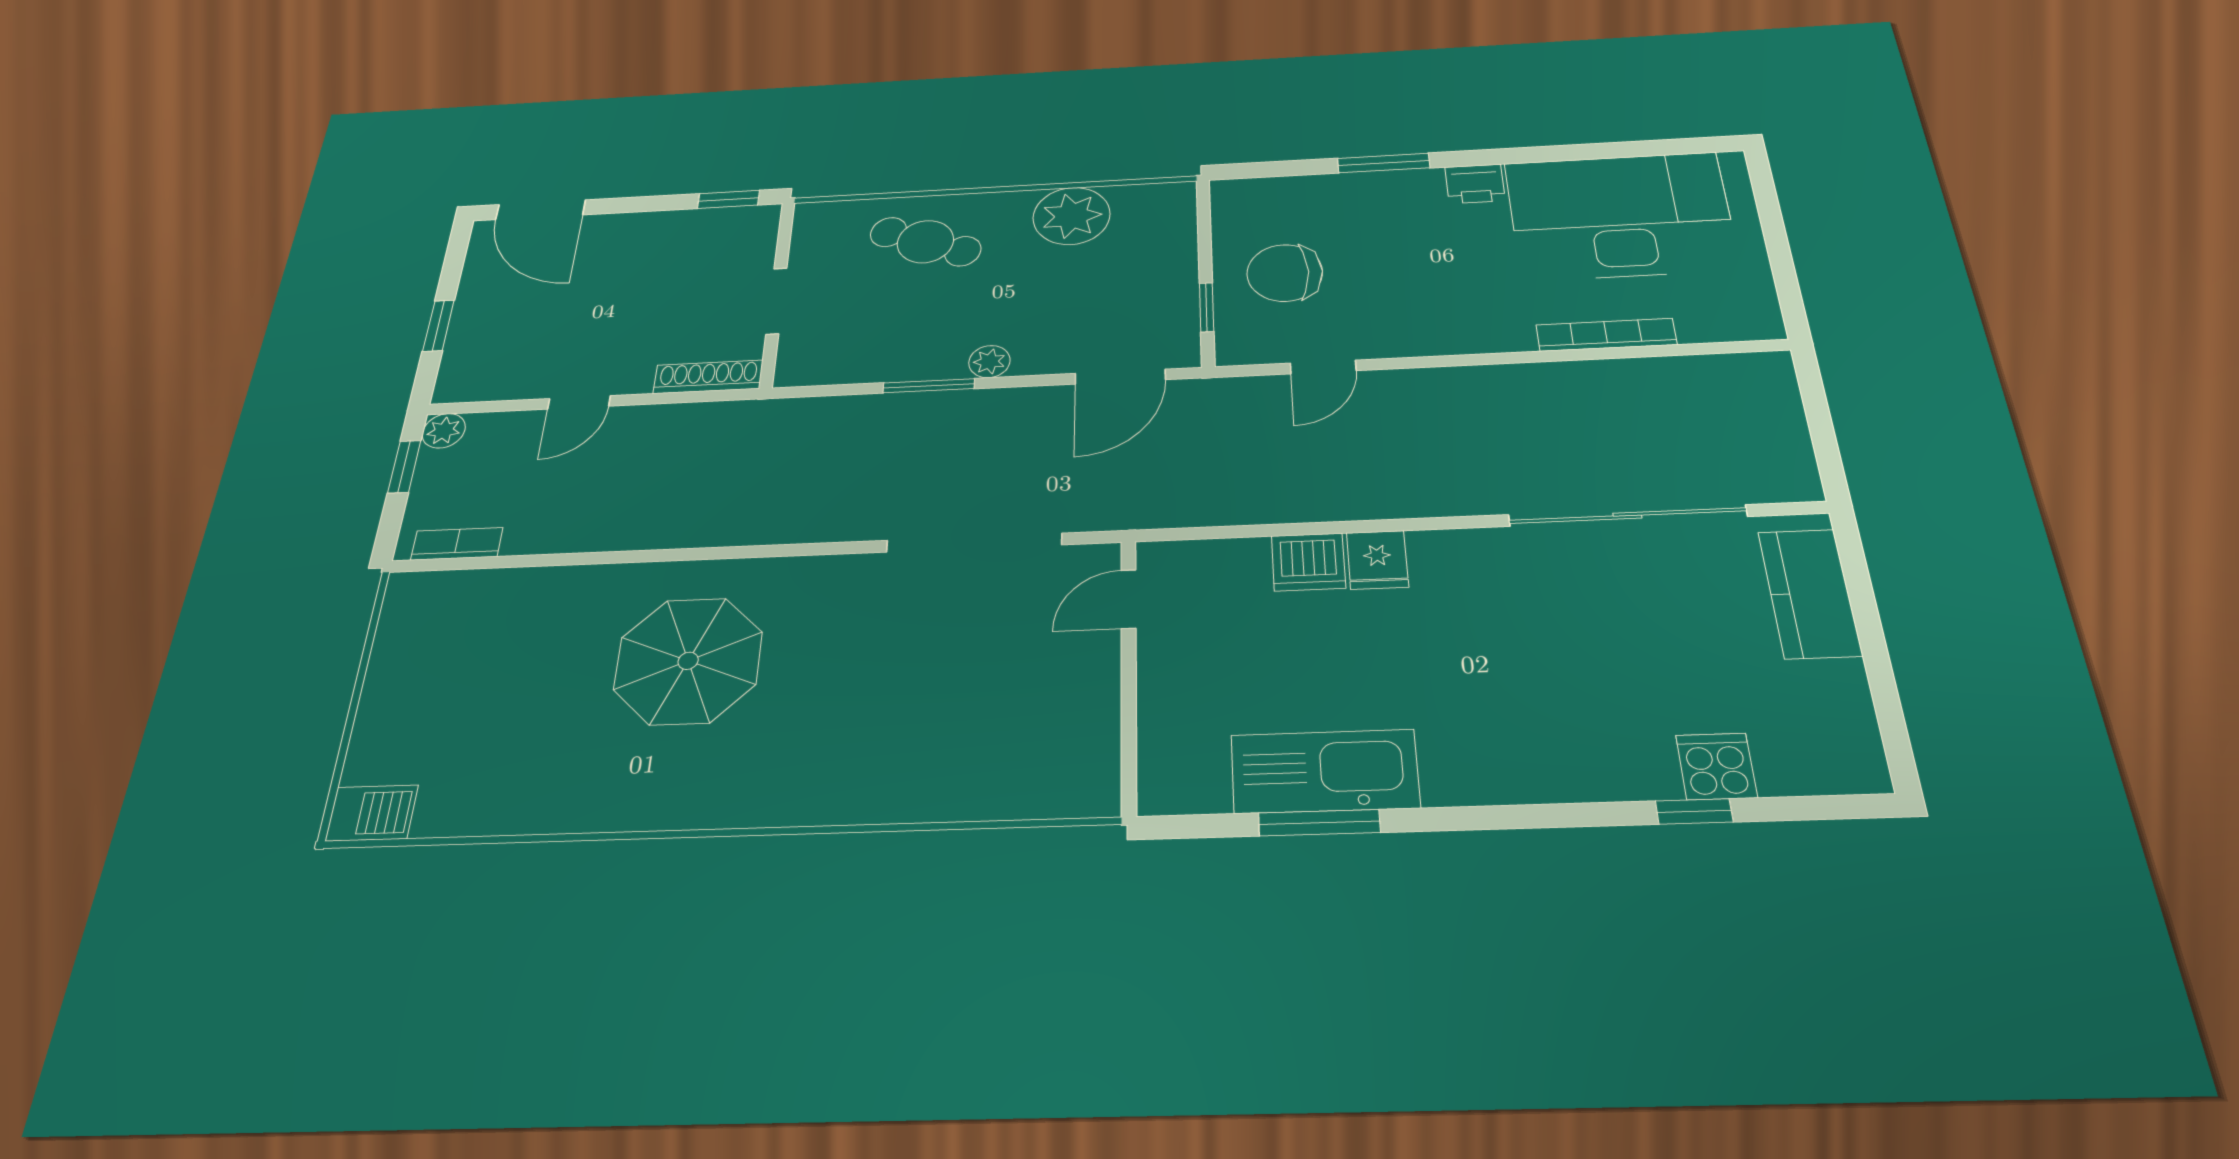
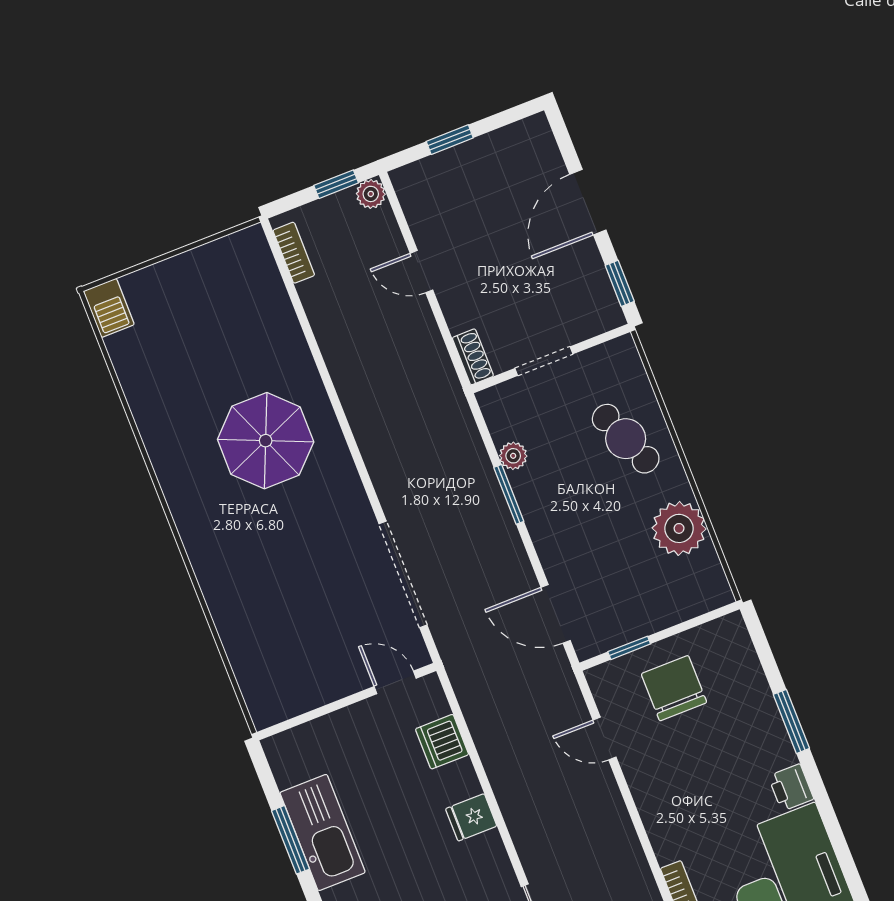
door: (541, 210) -> (588, 202), moved
cafe table: (925, 242) -> (626, 439), turned -44
plant: (989, 362) -> (513, 456), moved
shoe rack: (708, 377) -> (473, 357), width x0.70
dishwasher: (1308, 562) -> (442, 742), moved

